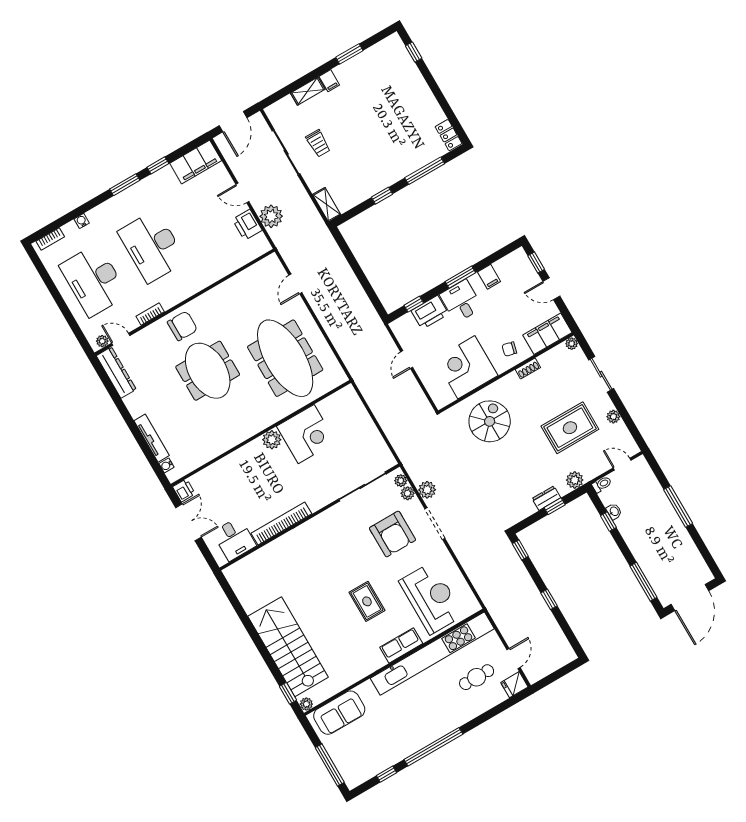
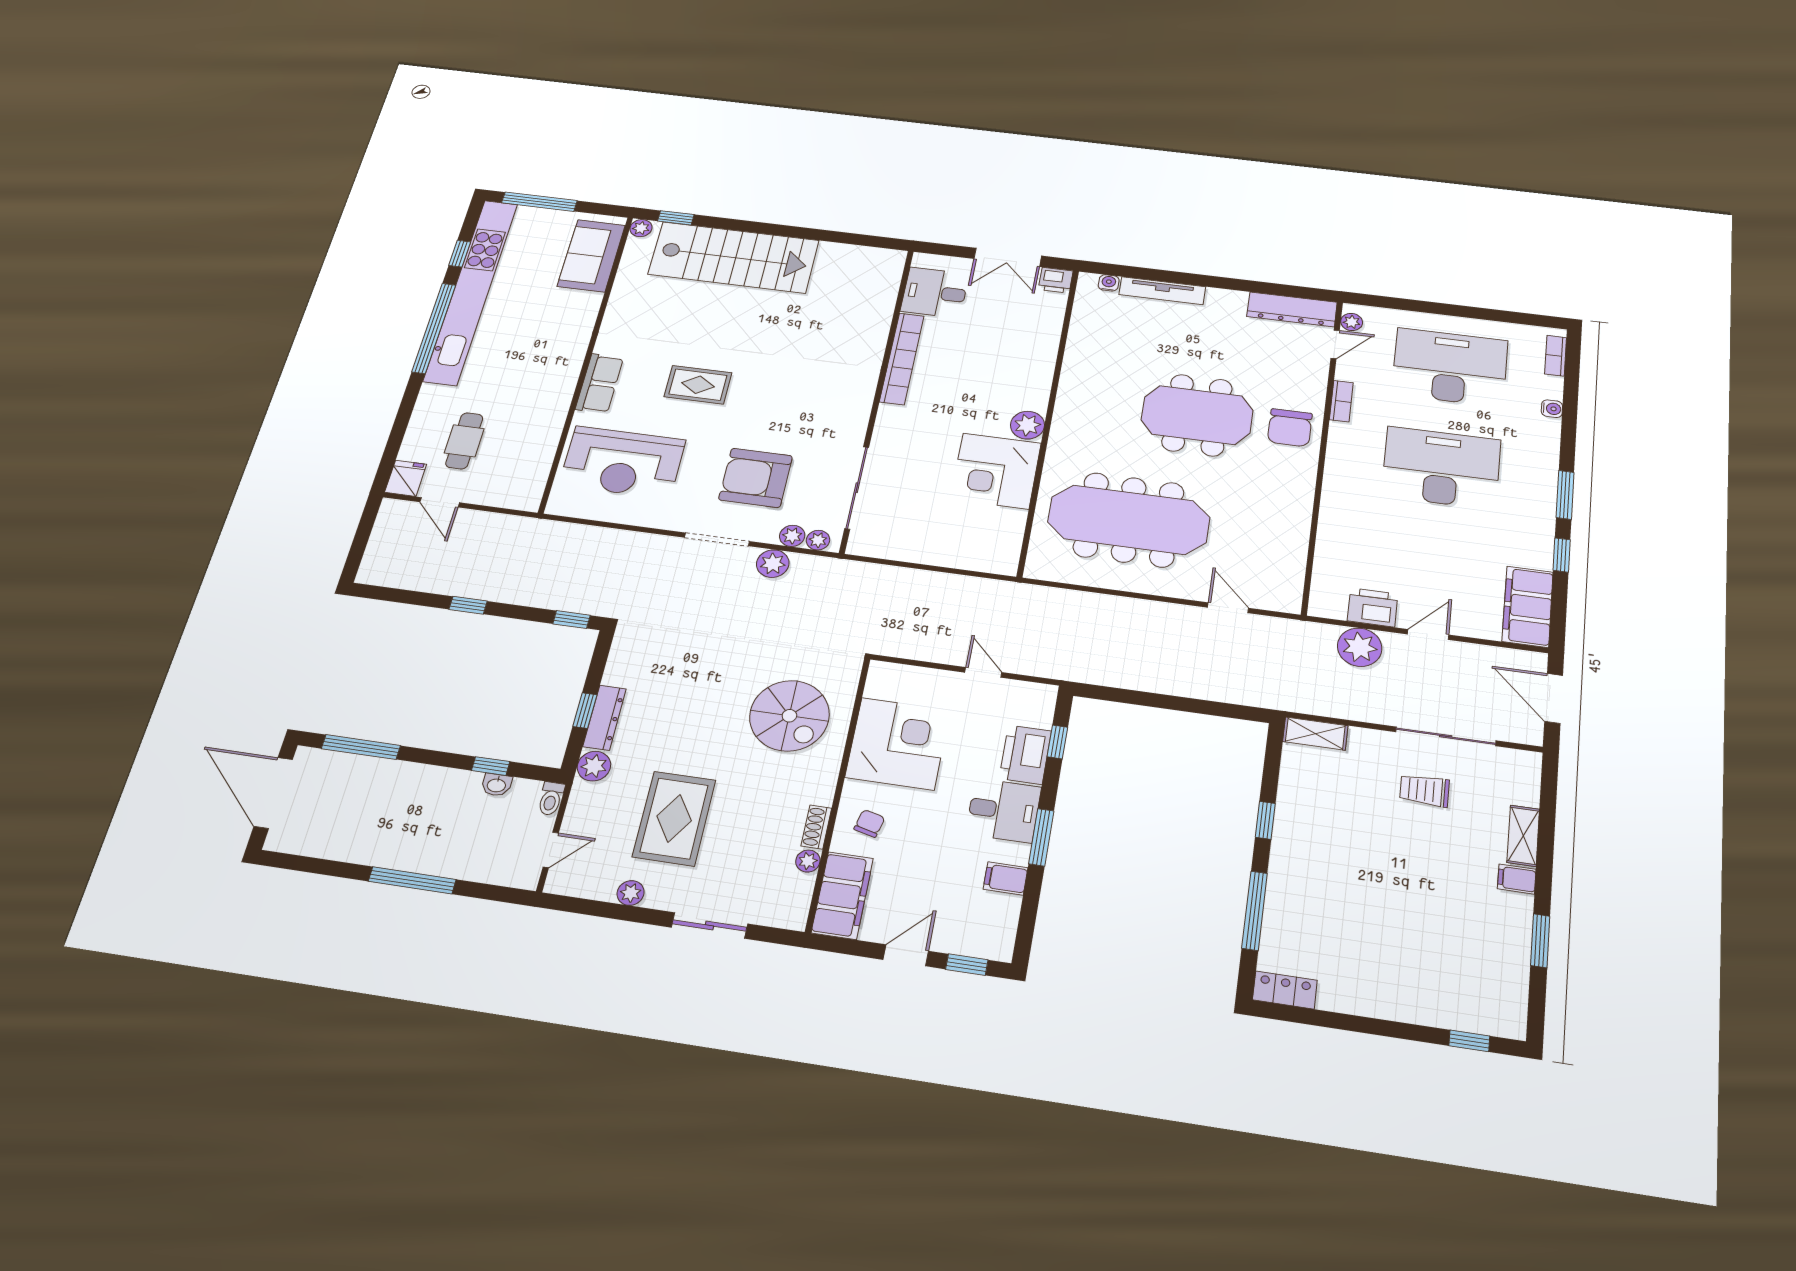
plant: (572, 344) -> (808, 861), moved
dresser: (546, 498) -> (605, 718), width x1.44
kitchen unit: (432, 653) -> (471, 291), moved, turned 180

